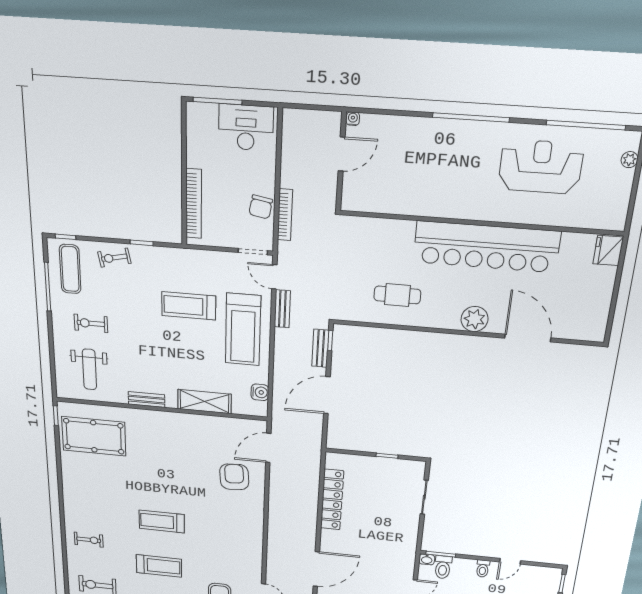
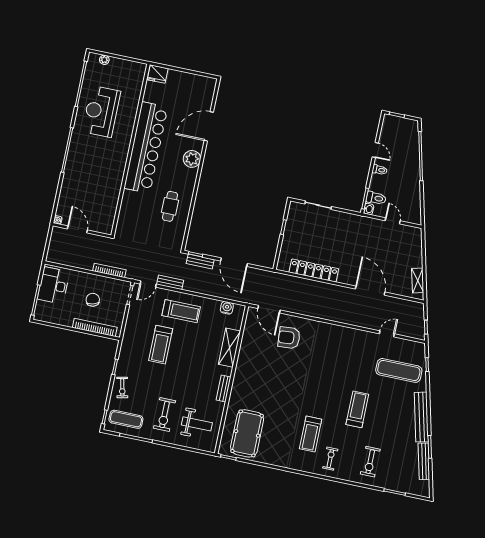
chair: (261, 207) -> (93, 300), moved, turned -115
exercise bike: (91, 323) -> (165, 415), width x1.38, depth x1.39
treadmill: (243, 330) -> (181, 311), width x0.73, depth x0.73
treadmill: (162, 522) -> (311, 434), moved

